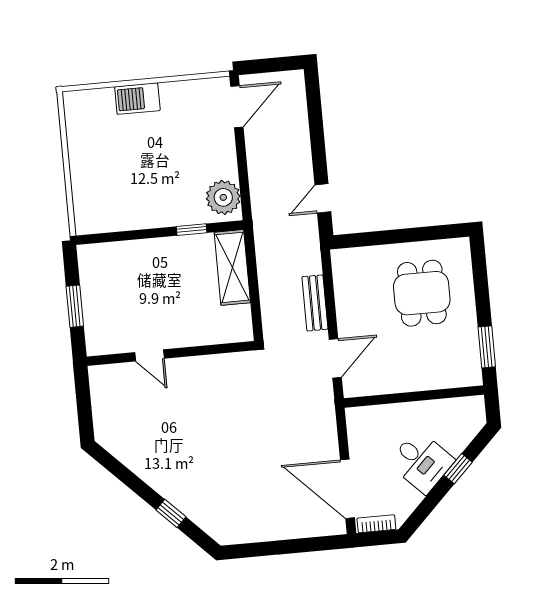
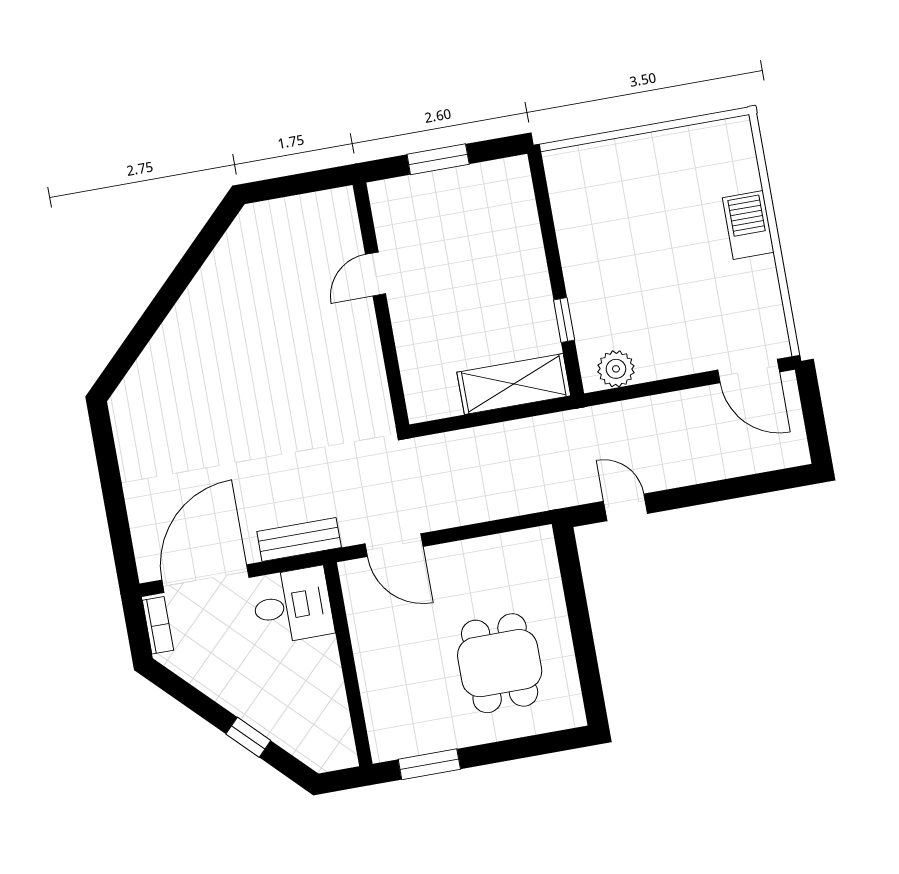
plant: (223, 197) -> (616, 369), width x0.73, depth x0.73
dining table: (422, 293) -> (500, 663), turned 90
bench: (315, 303) -> (299, 540), moved
desk: (421, 462) -> (292, 605), moved, turned -135
window: (171, 513) -> (148, 325), removed

